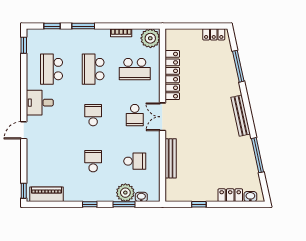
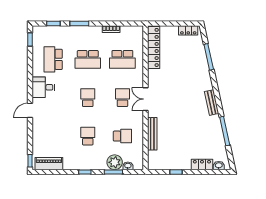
plant: (150, 38) -> (135, 34), removed
school desk: (93, 69) -> (88, 59), turned -90
locker: (172, 75) -> (154, 47), moved
school desk: (135, 115) -> (122, 98), turned 180
bench: (241, 116) -> (212, 103), width x0.73

